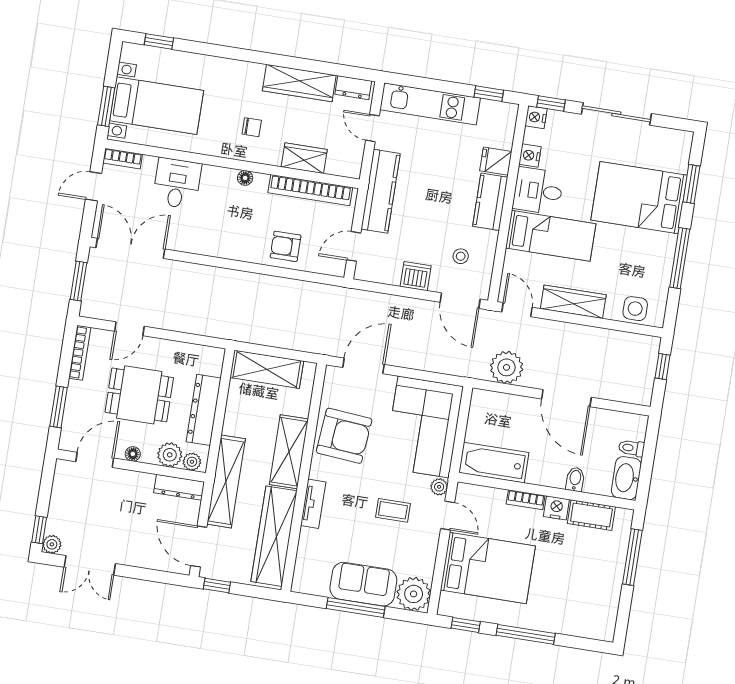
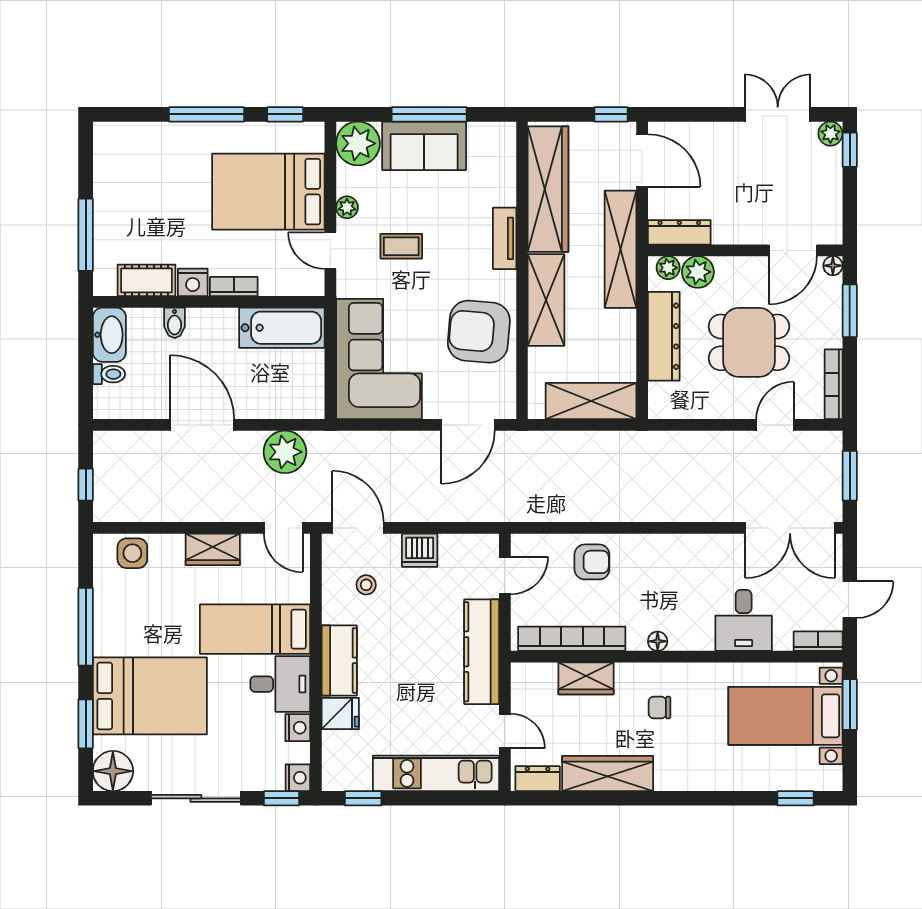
floor lamp: (676, 145) -> (113, 771), added
wardrobe: (573, 302) -> (213, 549), width x0.67
floor lamp: (133, 454) -> (833, 266), moved
plant: (439, 487) -> (347, 207), moved

